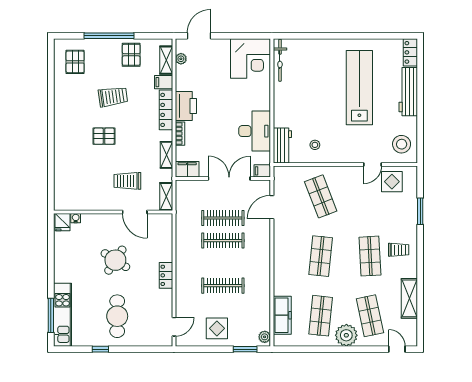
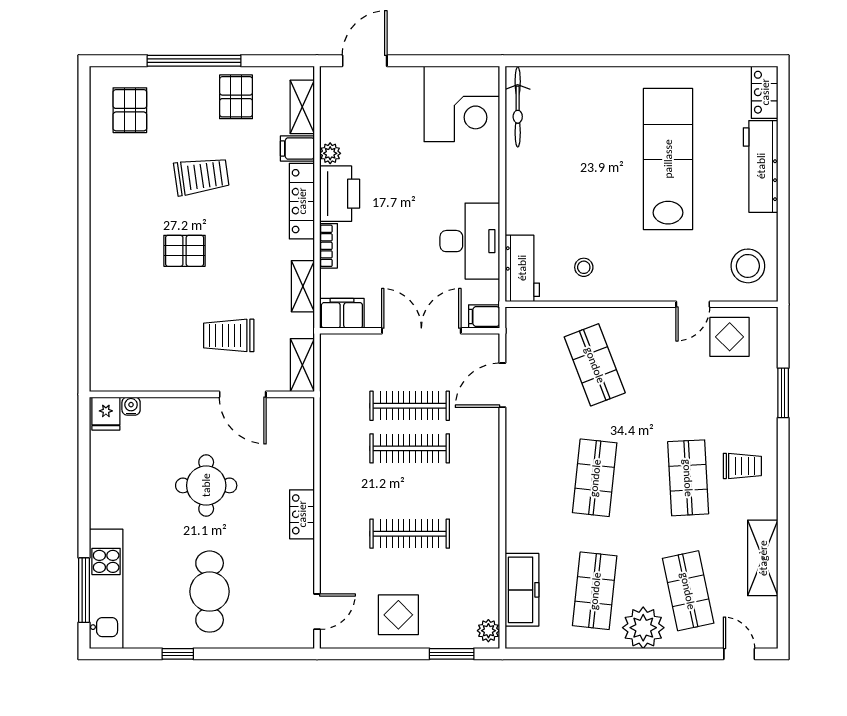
plant: (181, 59) -> (330, 153), moved
round table: (115, 260) -> (206, 485), turned -33

